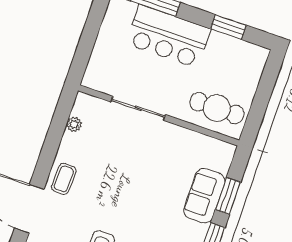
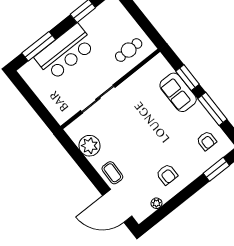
cafe table: (217, 108) -> (129, 50), width x0.73, depth x0.74
plant: (74, 124) -> (90, 146), width x1.88, depth x1.88

